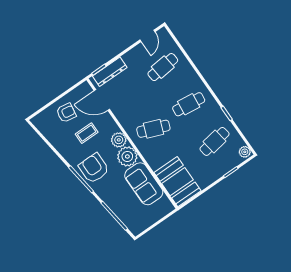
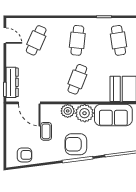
cafe table: (163, 67) -> (36, 40), turned 30
door: (102, 100) -> (29, 103), hinge flipped
armchair: (66, 113) -> (25, 155), moved, turned 81

